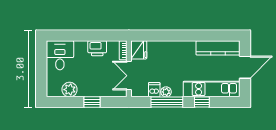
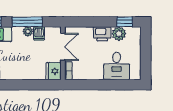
printer: (97, 48) -> (102, 34), moved, turned 180
desk: (60, 55) -> (117, 66), moved
window: (92, 102) -> (125, 22), moved

